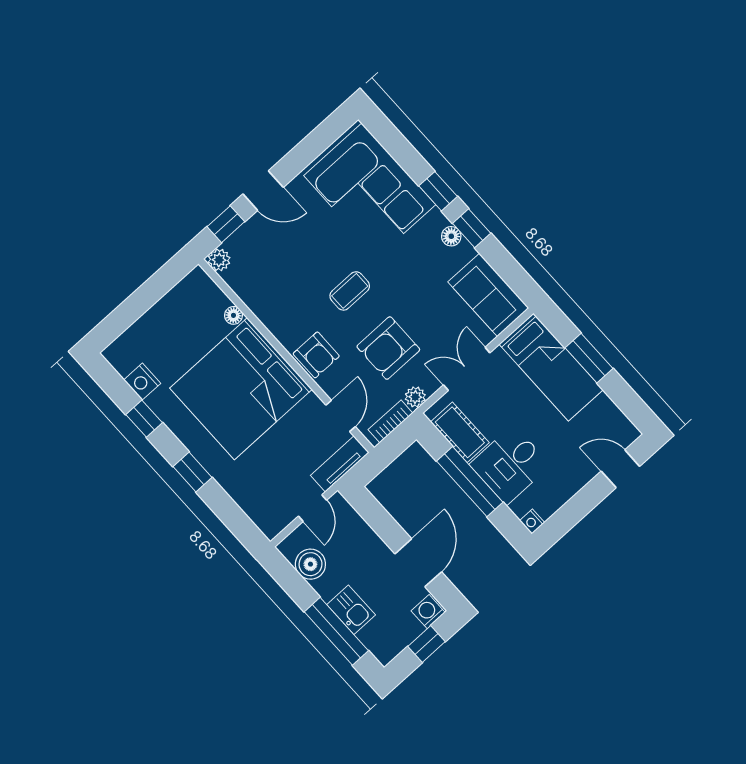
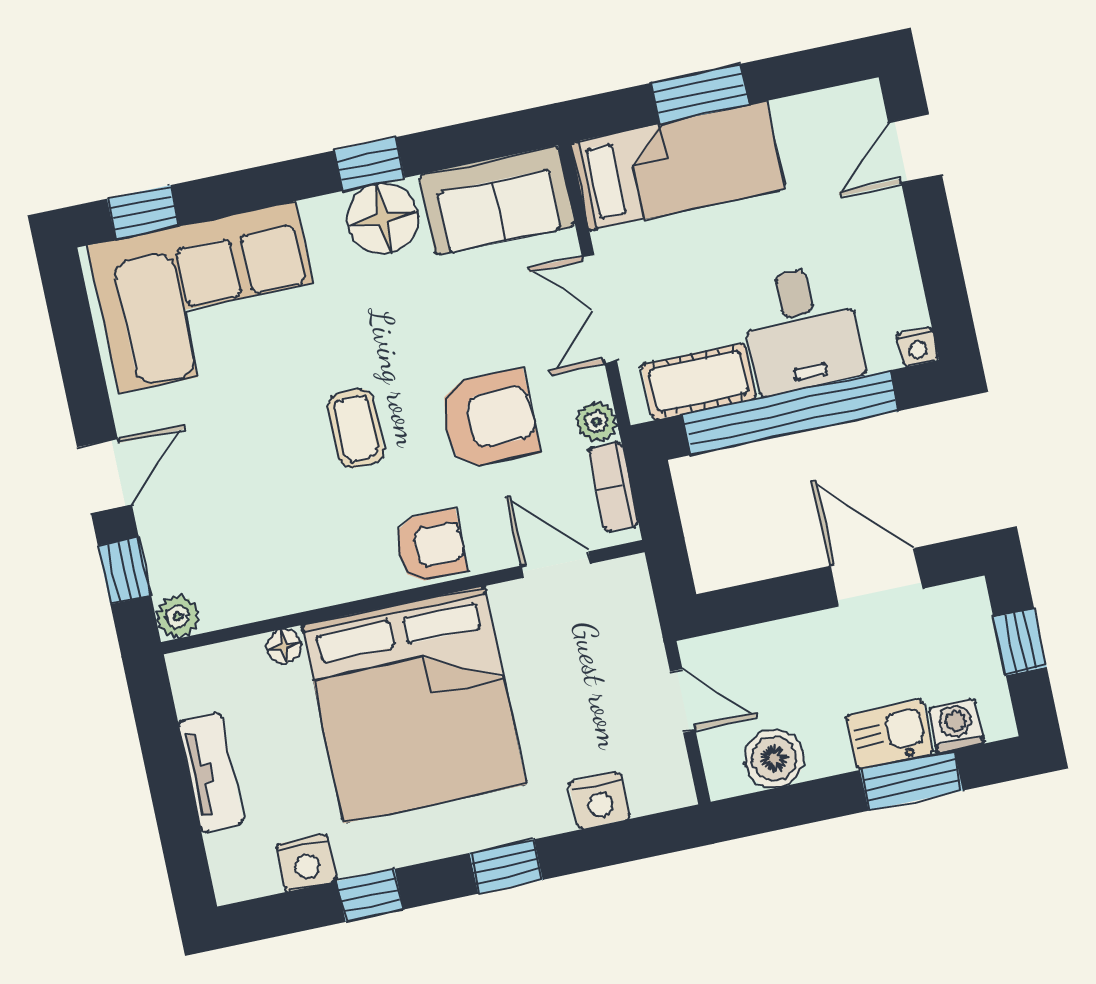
window: (438, 191) -> (143, 212), moved
floor lamp: (451, 236) -> (383, 219), width x1.89, depth x1.89
armchair: (388, 348) -> (489, 419), turned -90
tv unit: (340, 464) -> (211, 772), moved, turned 180
window: (470, 482) -> (791, 413), width x1.46
nightstand: (246, 497) -> (600, 800), added
washing machine: (428, 612) -> (956, 726), moved, turned 90
window: (336, 631) -> (911, 780), width x0.69

